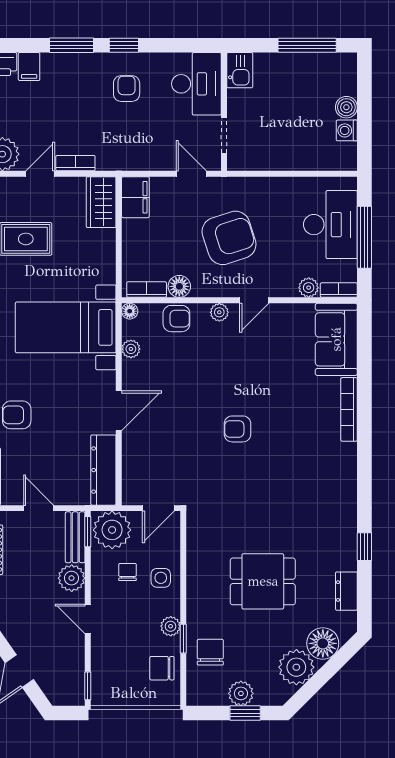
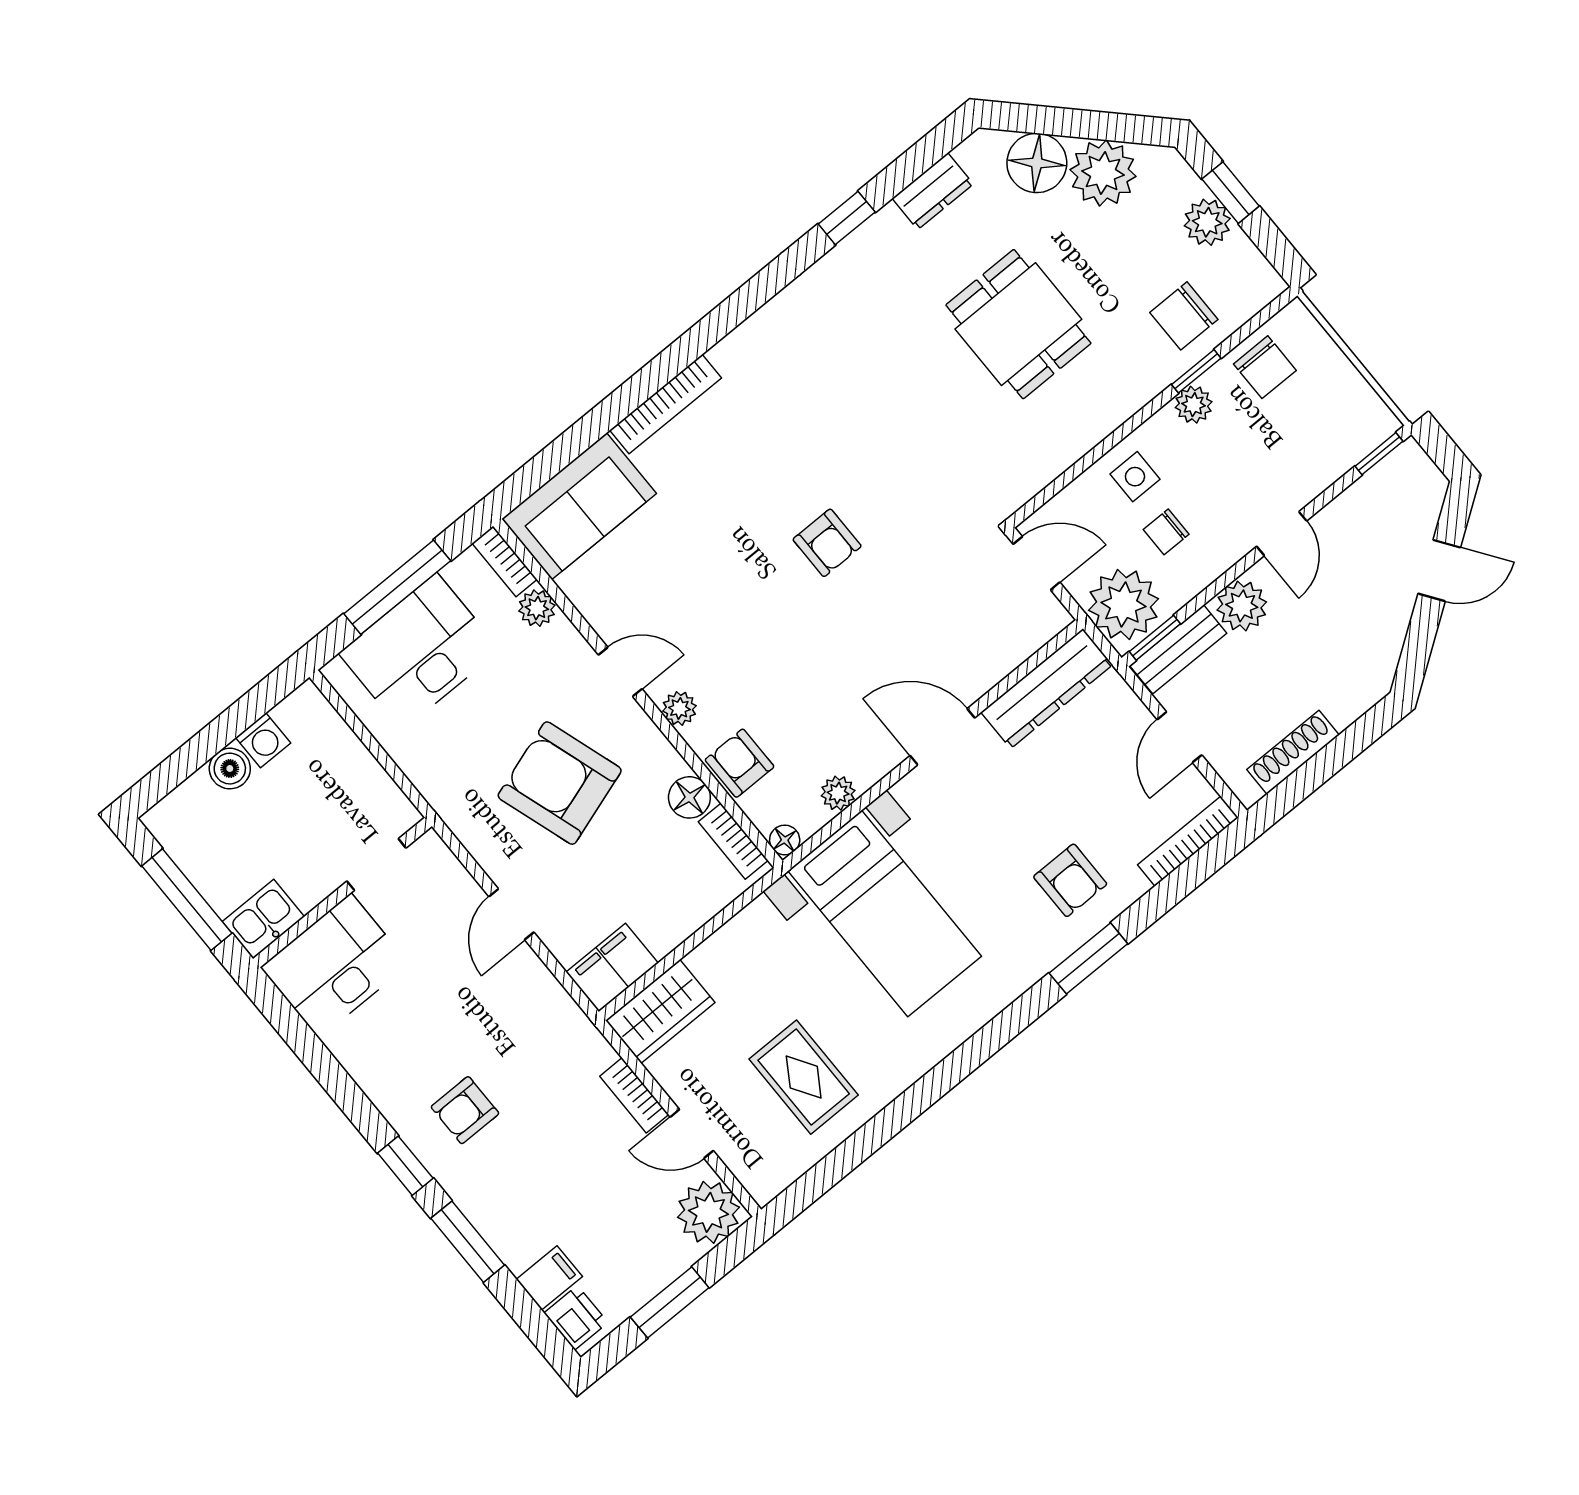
kitchen sink: (240, 70) -> (263, 919), moved
desk: (196, 84) -> (335, 966), moved
wall: (224, 112) -> (342, 893), moved
doorway: (224, 135) -> (376, 865), moved

